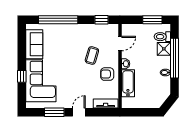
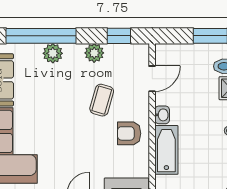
plant: (65, 29) -> (53, 53), added
plant: (88, 29) -> (94, 53), added

